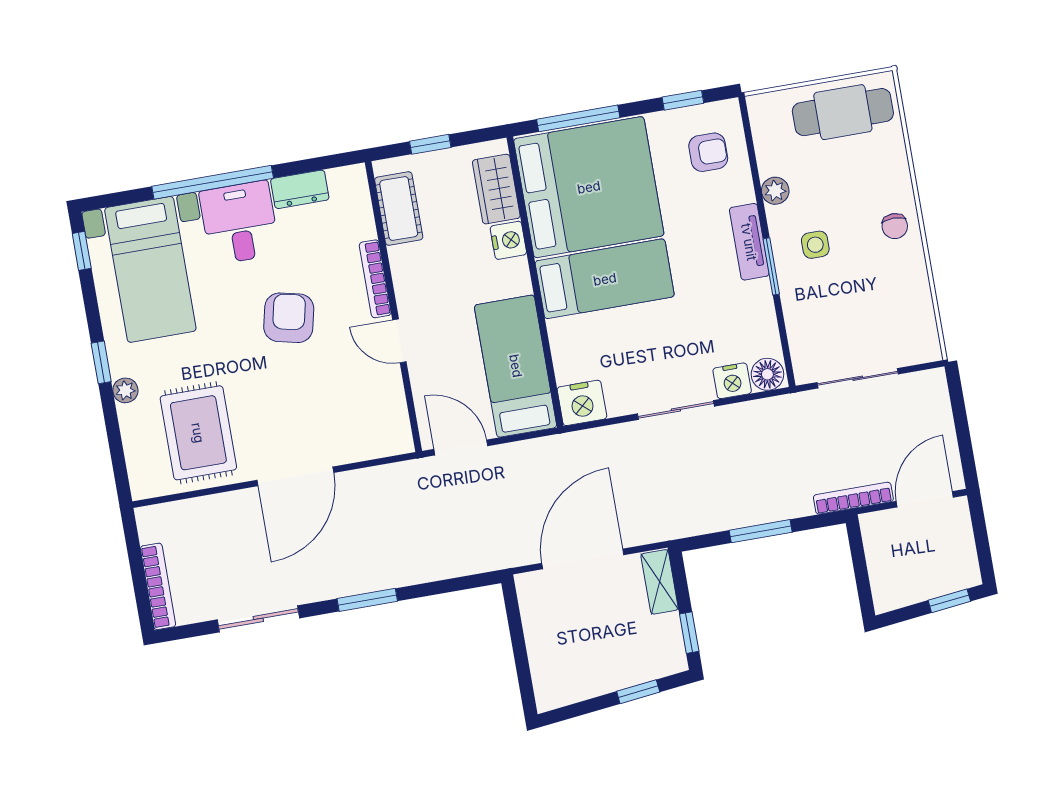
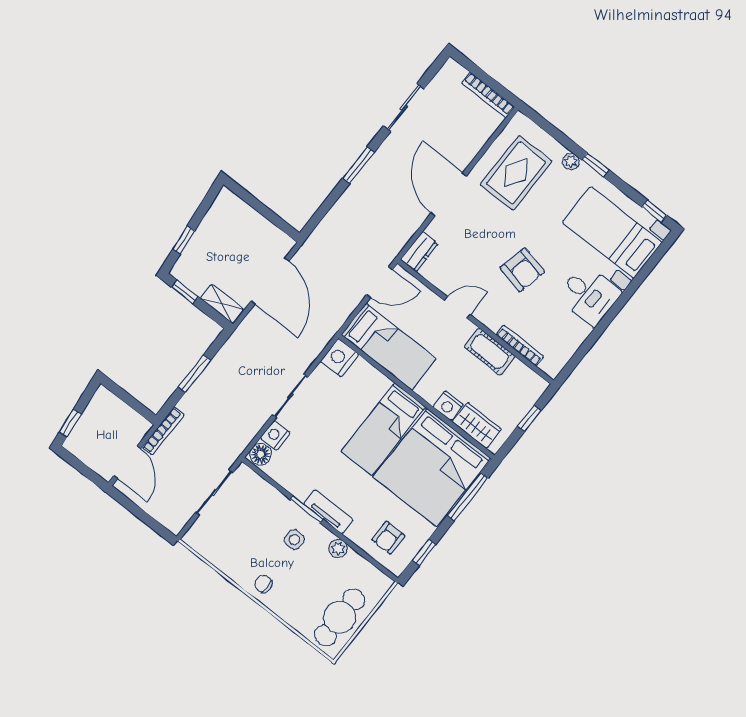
window: (213, 182) -> (620, 303), removed
dresser: (300, 189) -> (419, 252), moved, turned 180
cot: (399, 209) -> (490, 352), moved
bookcase: (375, 279) -> (520, 346), moved
rug: (198, 433) -> (516, 173), turned 90
bookcase: (158, 586) -> (488, 95), moved

